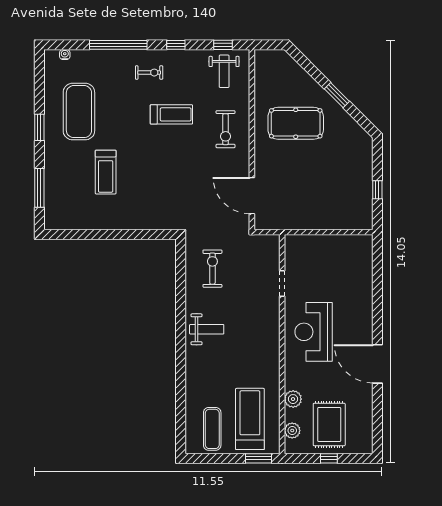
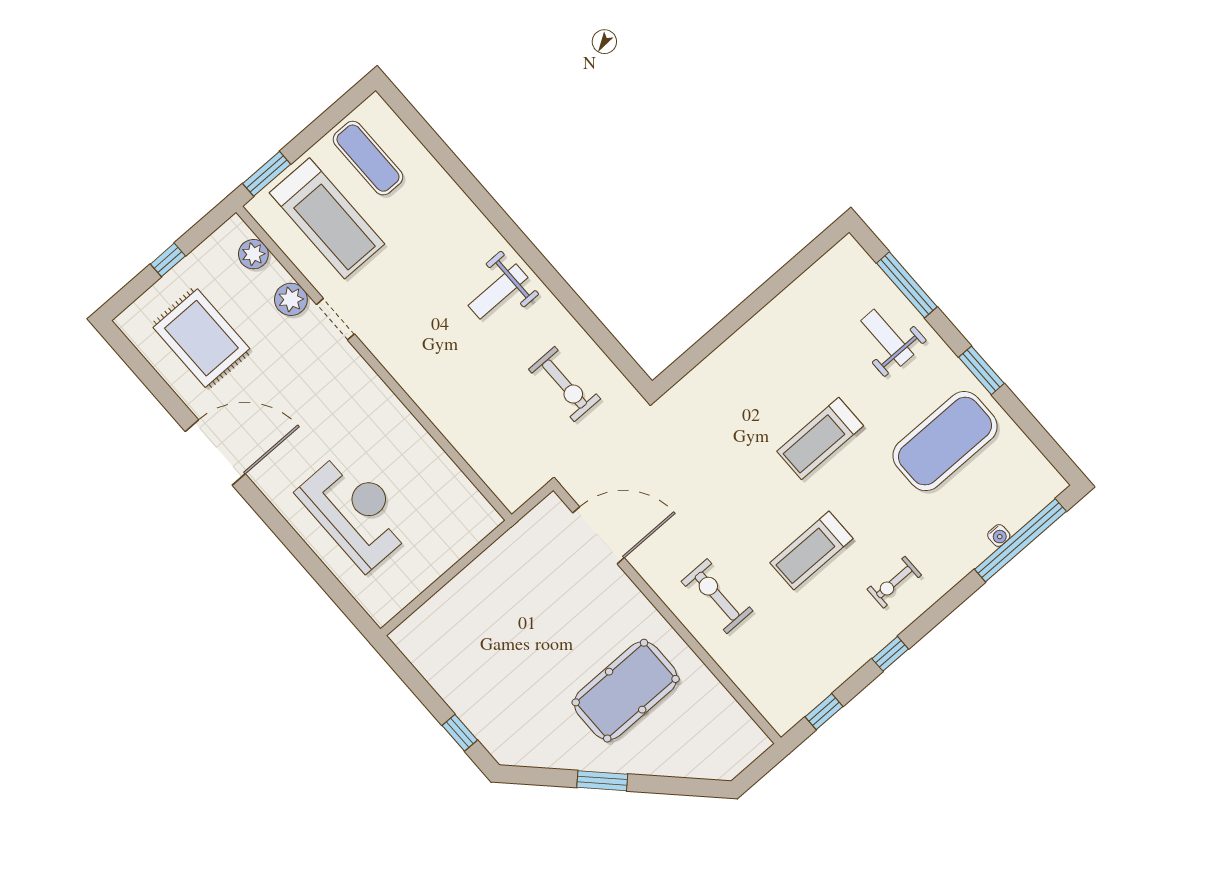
window: (118, 45) -> (1020, 540), moved
water cooler: (65, 55) -> (999, 535), moved
weight bench: (224, 71) -> (887, 338), moved
exercise mat: (79, 112) -> (945, 441), turned 90
treadmill: (106, 172) -> (820, 439), moved, turned -90
window: (377, 190) -> (460, 733), moved
doorway: (282, 283) -> (335, 319), moved
reception desk: (314, 332) -> (355, 511), moved
rug: (329, 424) -> (201, 338), moved

